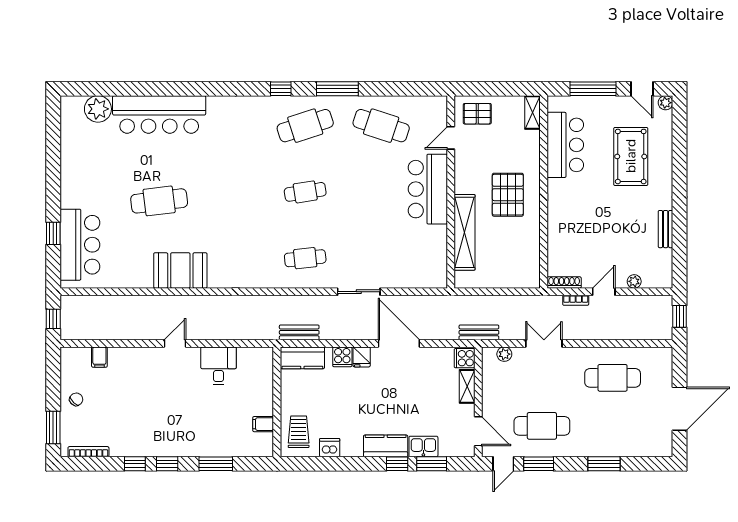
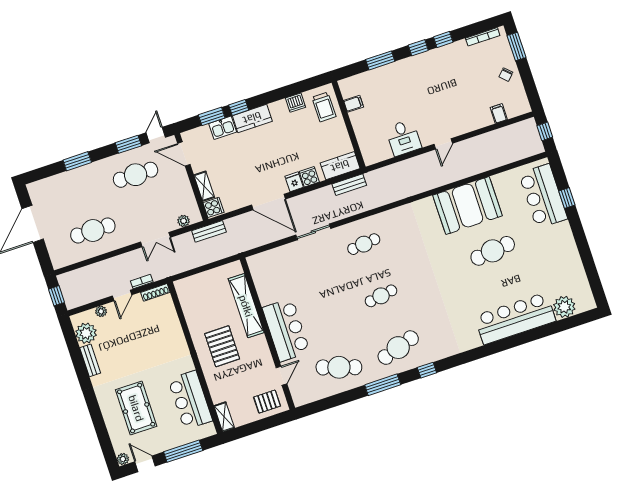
plant: (660, 262) -> (86, 333), added
booth: (180, 270) -> (468, 206), width x1.36, depth x1.42

